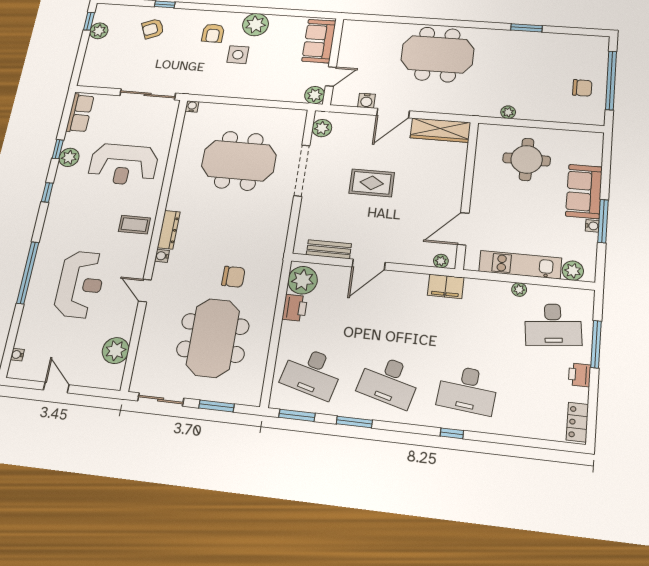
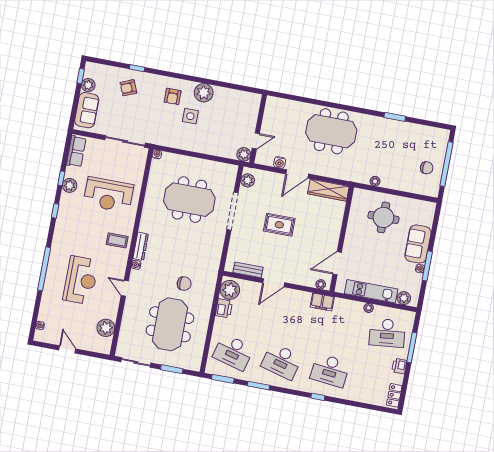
sofa: (319, 41) -> (87, 110), moved, turned 180

